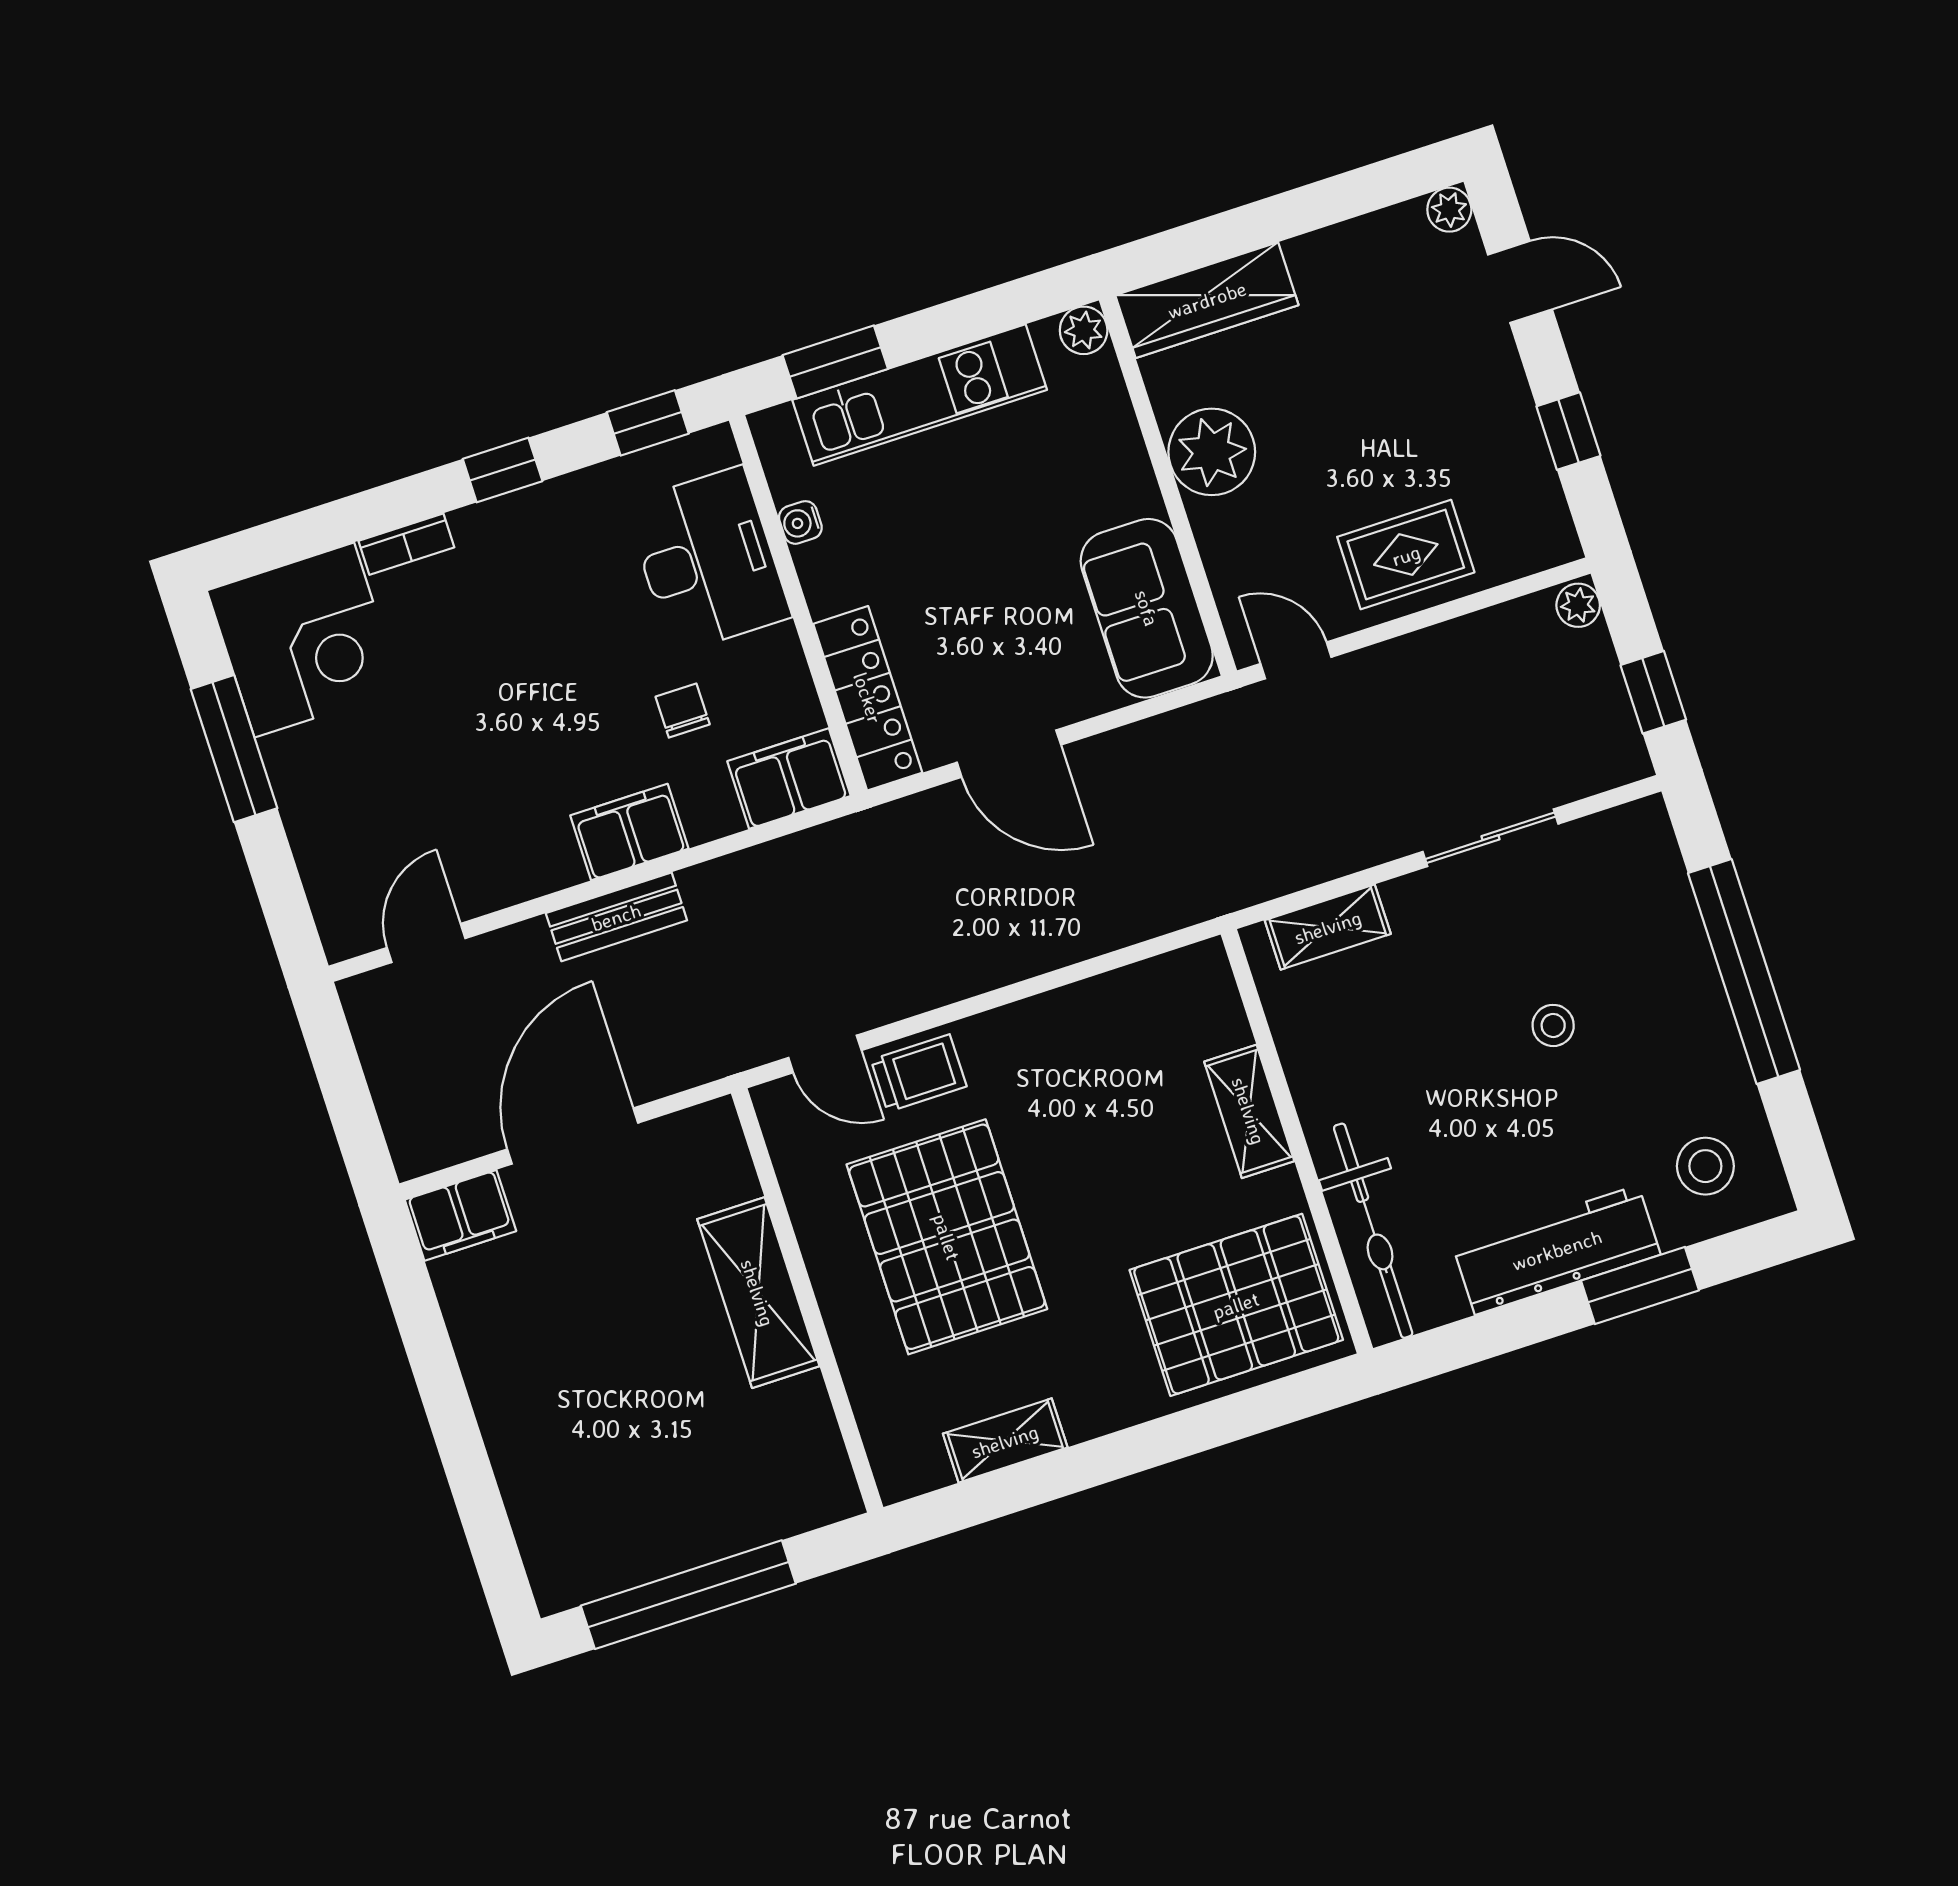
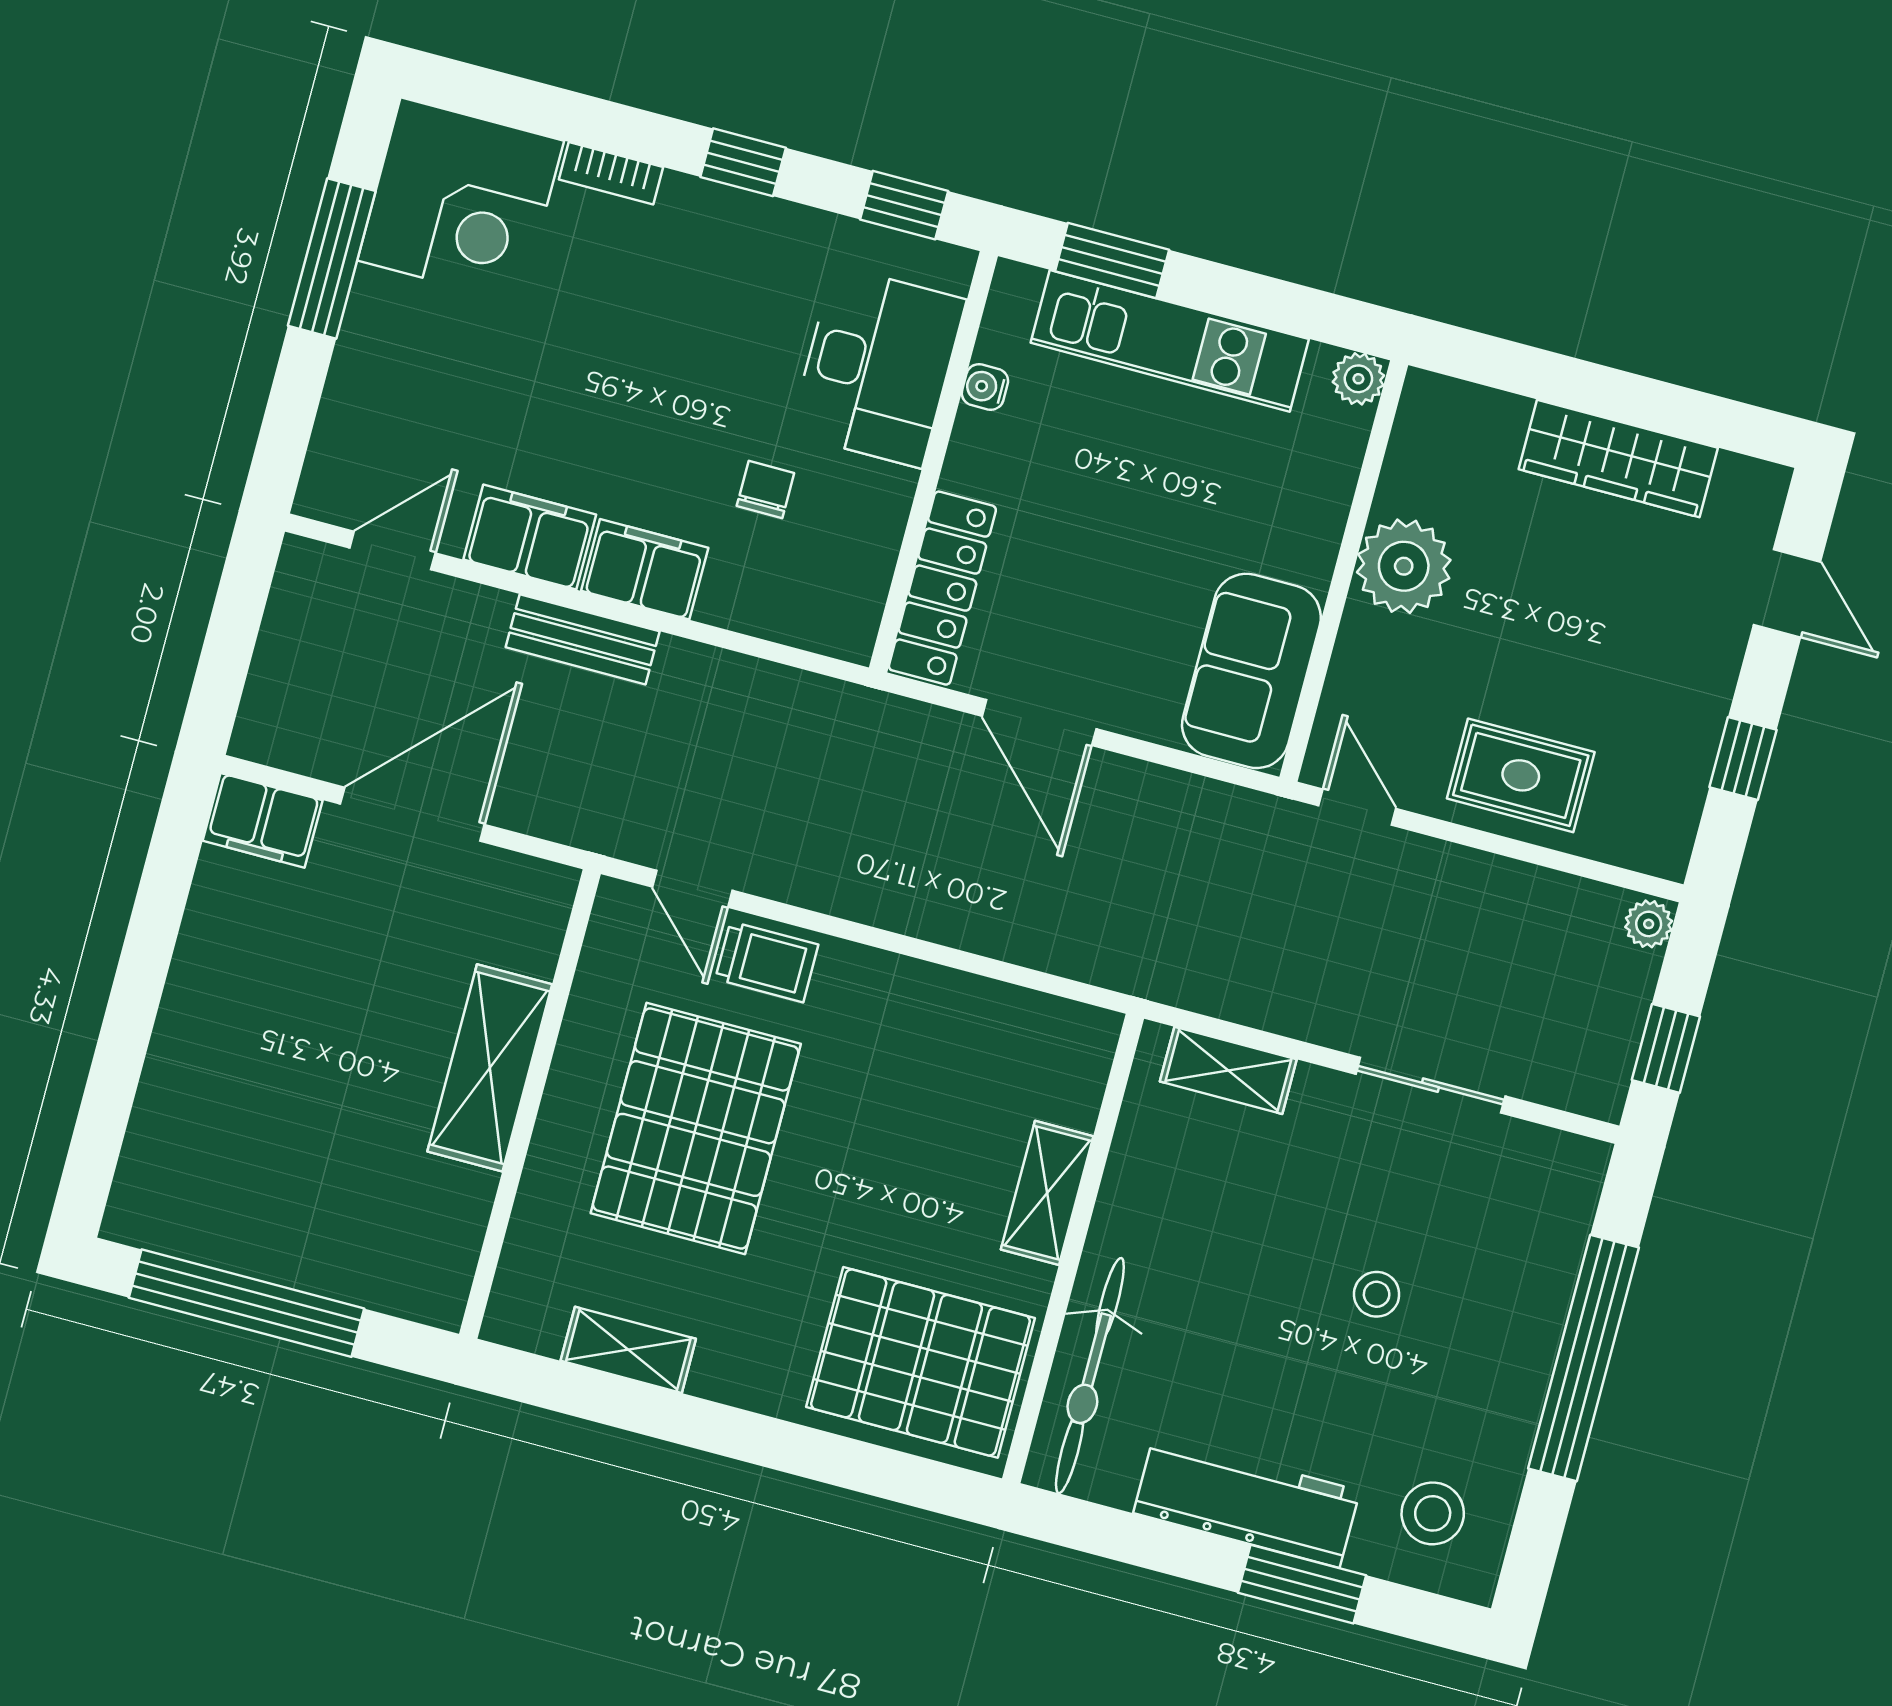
plant: (1449, 210) -> (1765, 485), removed
wardrobe: (1207, 300) -> (1618, 459), moved
filing cabinet: (789, 779) -> (530, 537), moved

